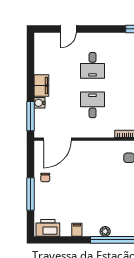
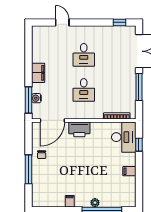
door: (68, 29) -> (62, 22), swing flipped
water cooler: (39, 103) -> (36, 98), moved
desk: (93, 105) -> (84, 90), turned 180
printer: (48, 228) -> (79, 129), moved, turned 180

